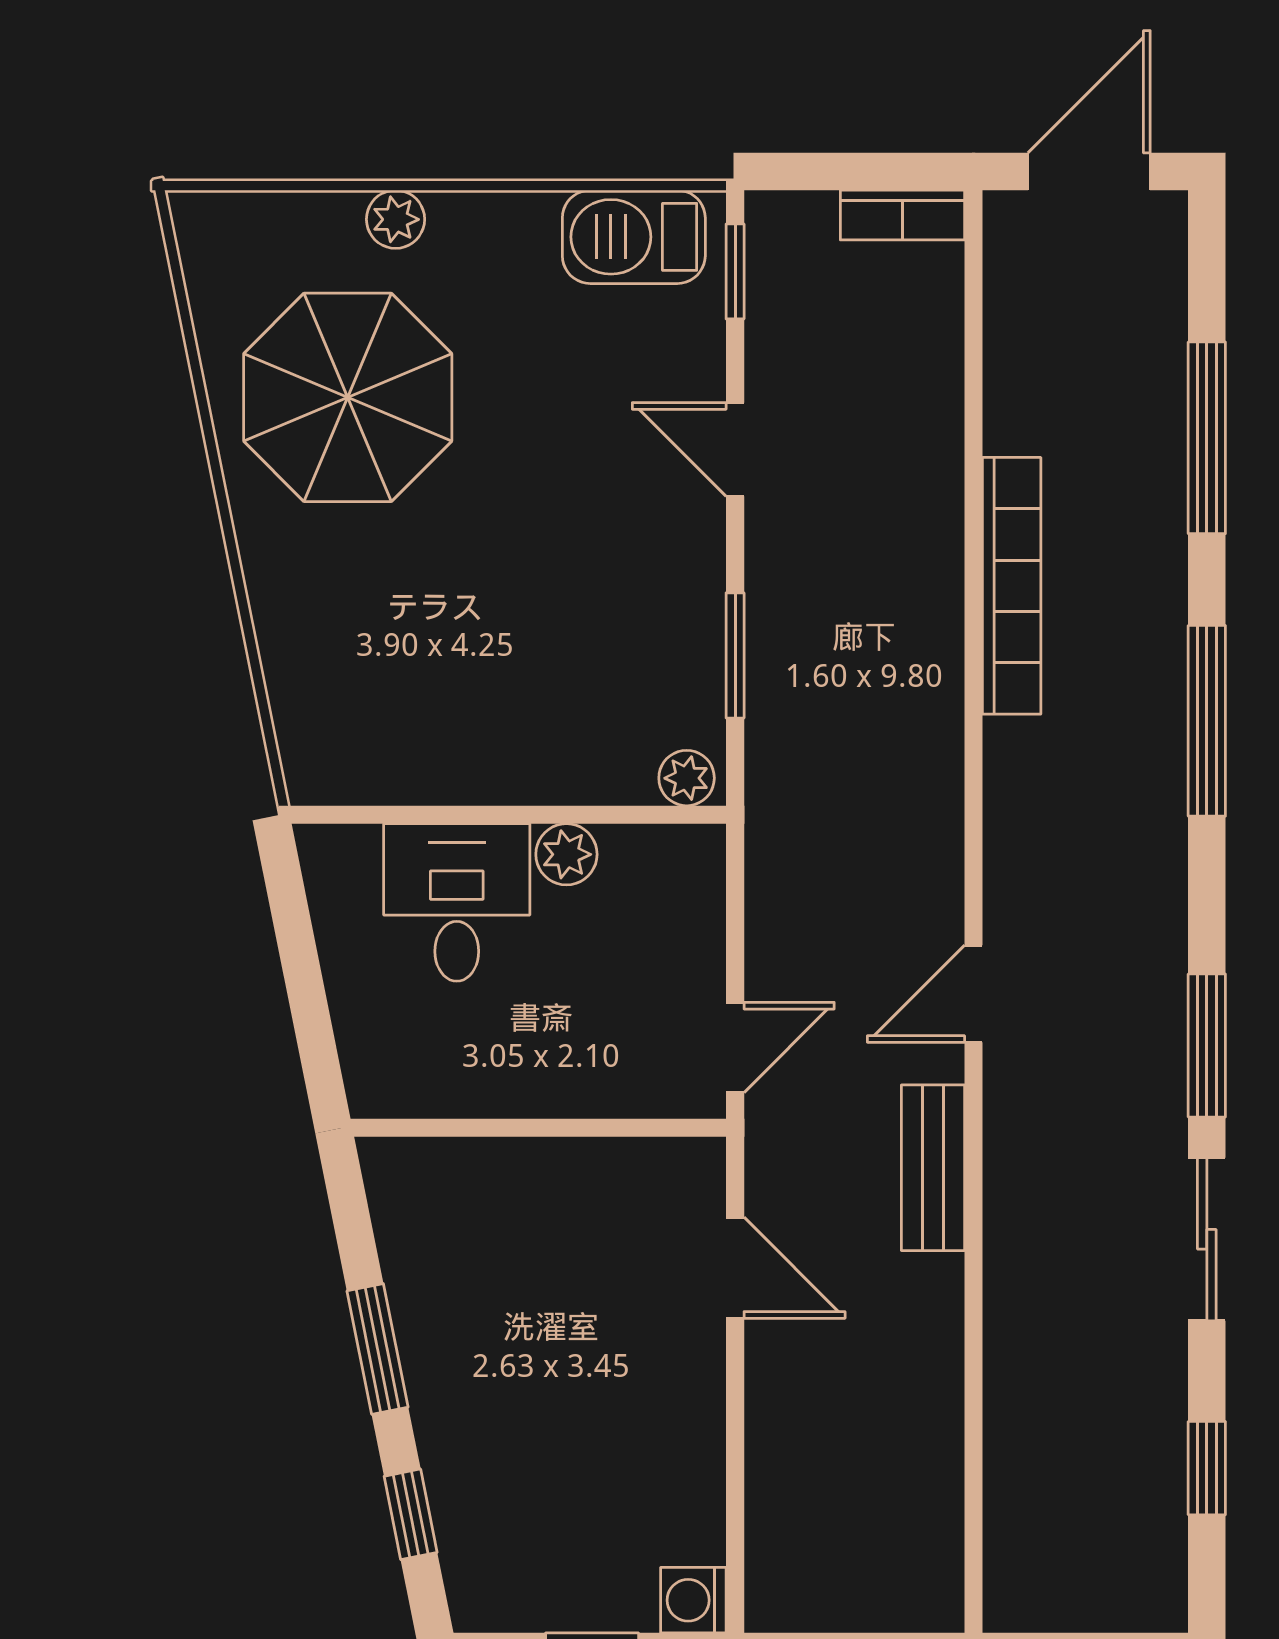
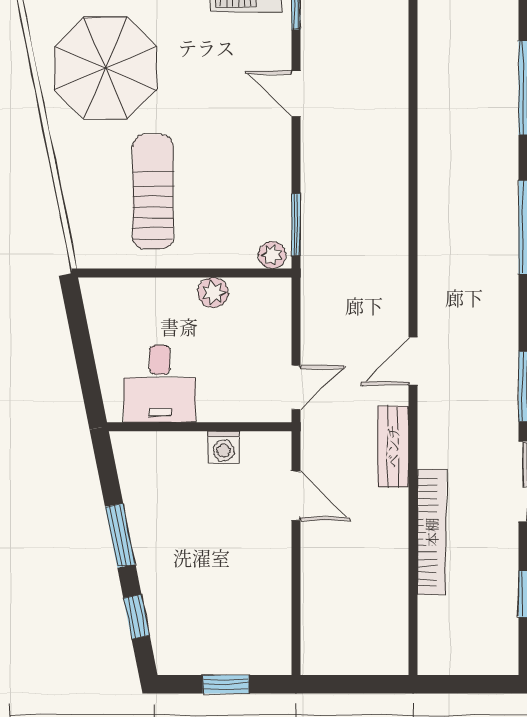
bookcase: (1012, 586) -> (432, 532), moved
sun lounger: (444, 649) -> (153, 192), added
window: (735, 655) -> (296, 225), moved
desk: (457, 902) -> (160, 384), moved, turned 180
washing machine: (693, 1600) -> (224, 447), moved, turned -90

